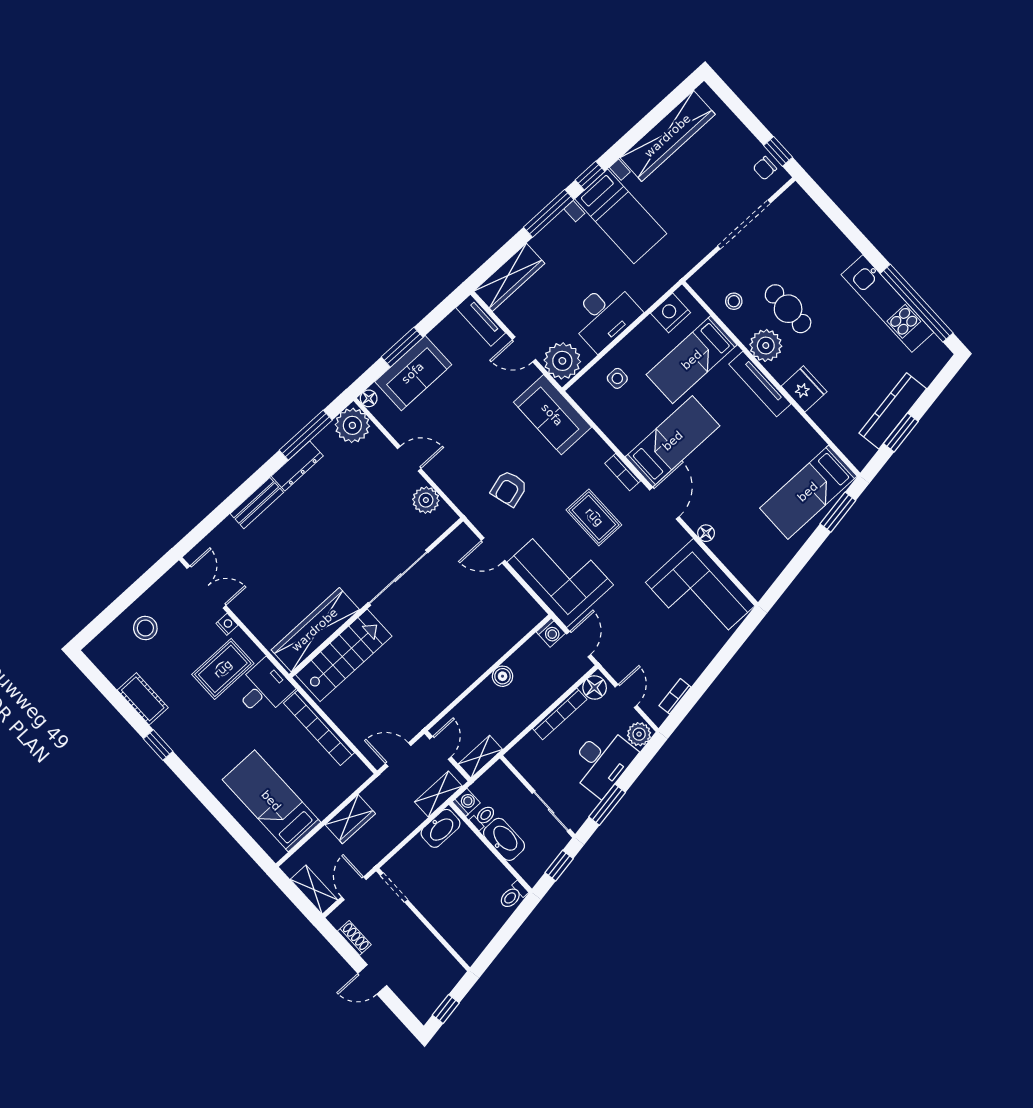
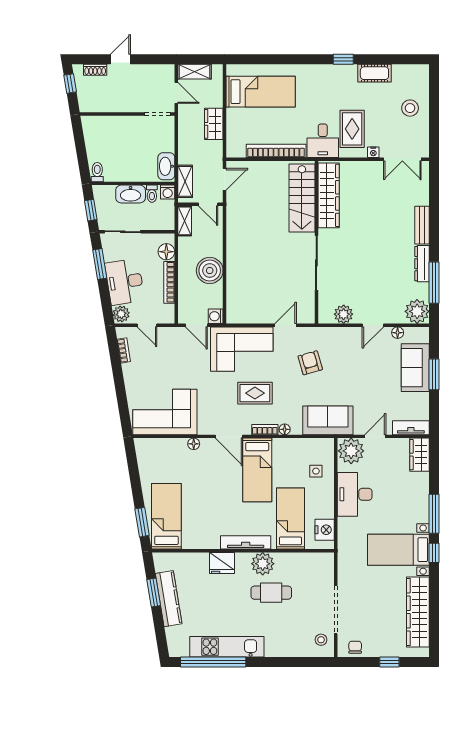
window: (778, 151) -> (389, 662), moved
wardrobe: (509, 277) -> (420, 455), width x0.67
stool: (734, 301) -> (321, 640), moved
floor lamp: (369, 398) -> (398, 333), moved
floor lamp: (603, 451) -> (285, 429), added
boiler: (503, 676) -> (210, 271), width x1.86, depth x1.86
floor lamp: (595, 687) -> (166, 252), moved
shoe rack: (354, 938) -> (95, 70), moved

